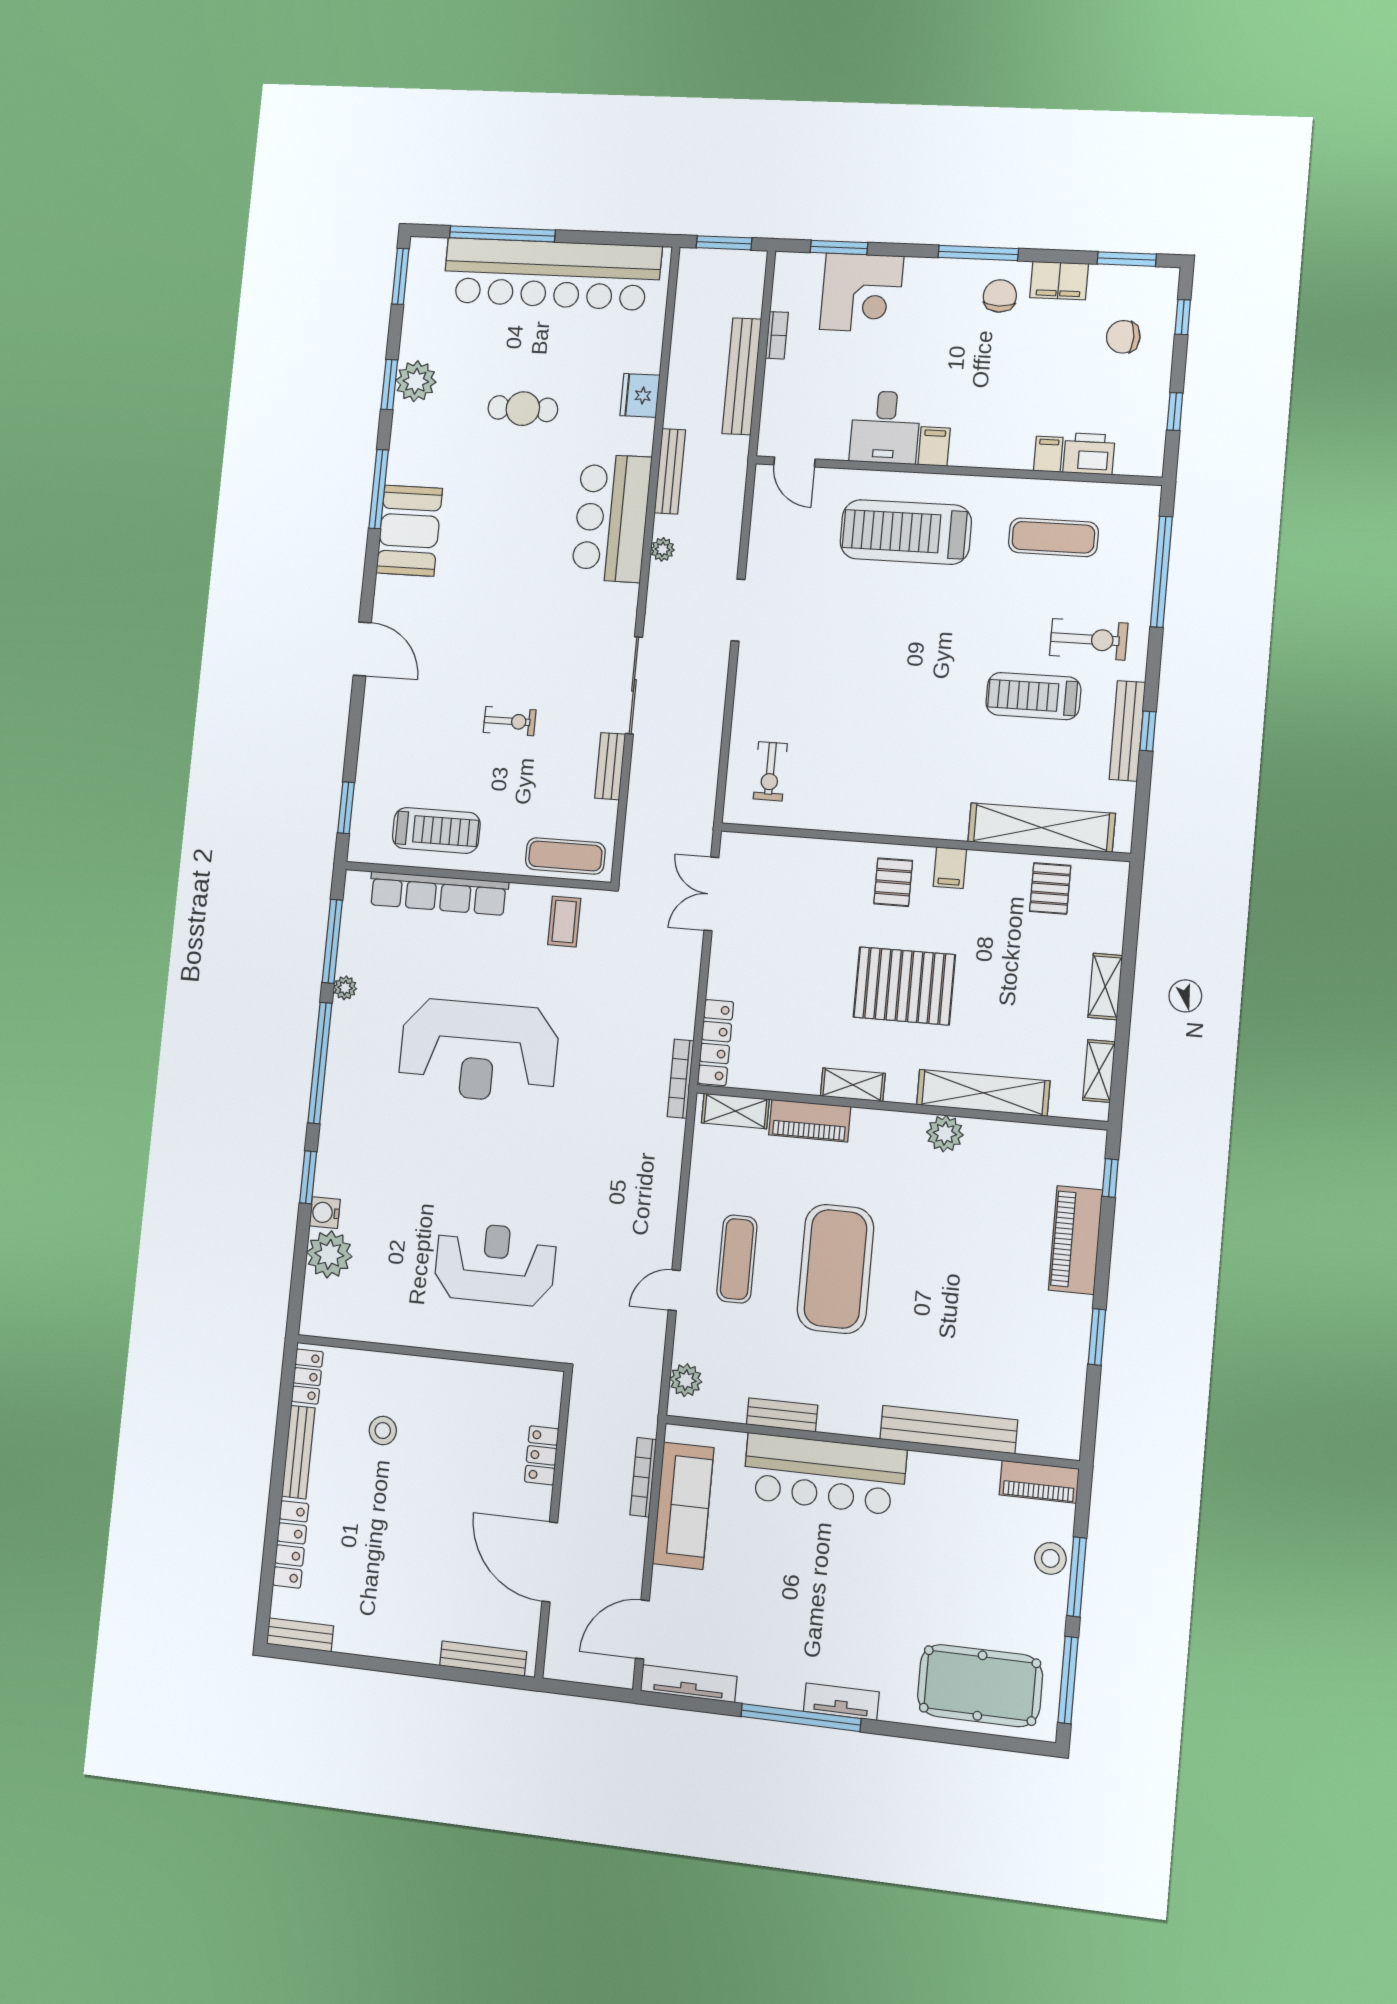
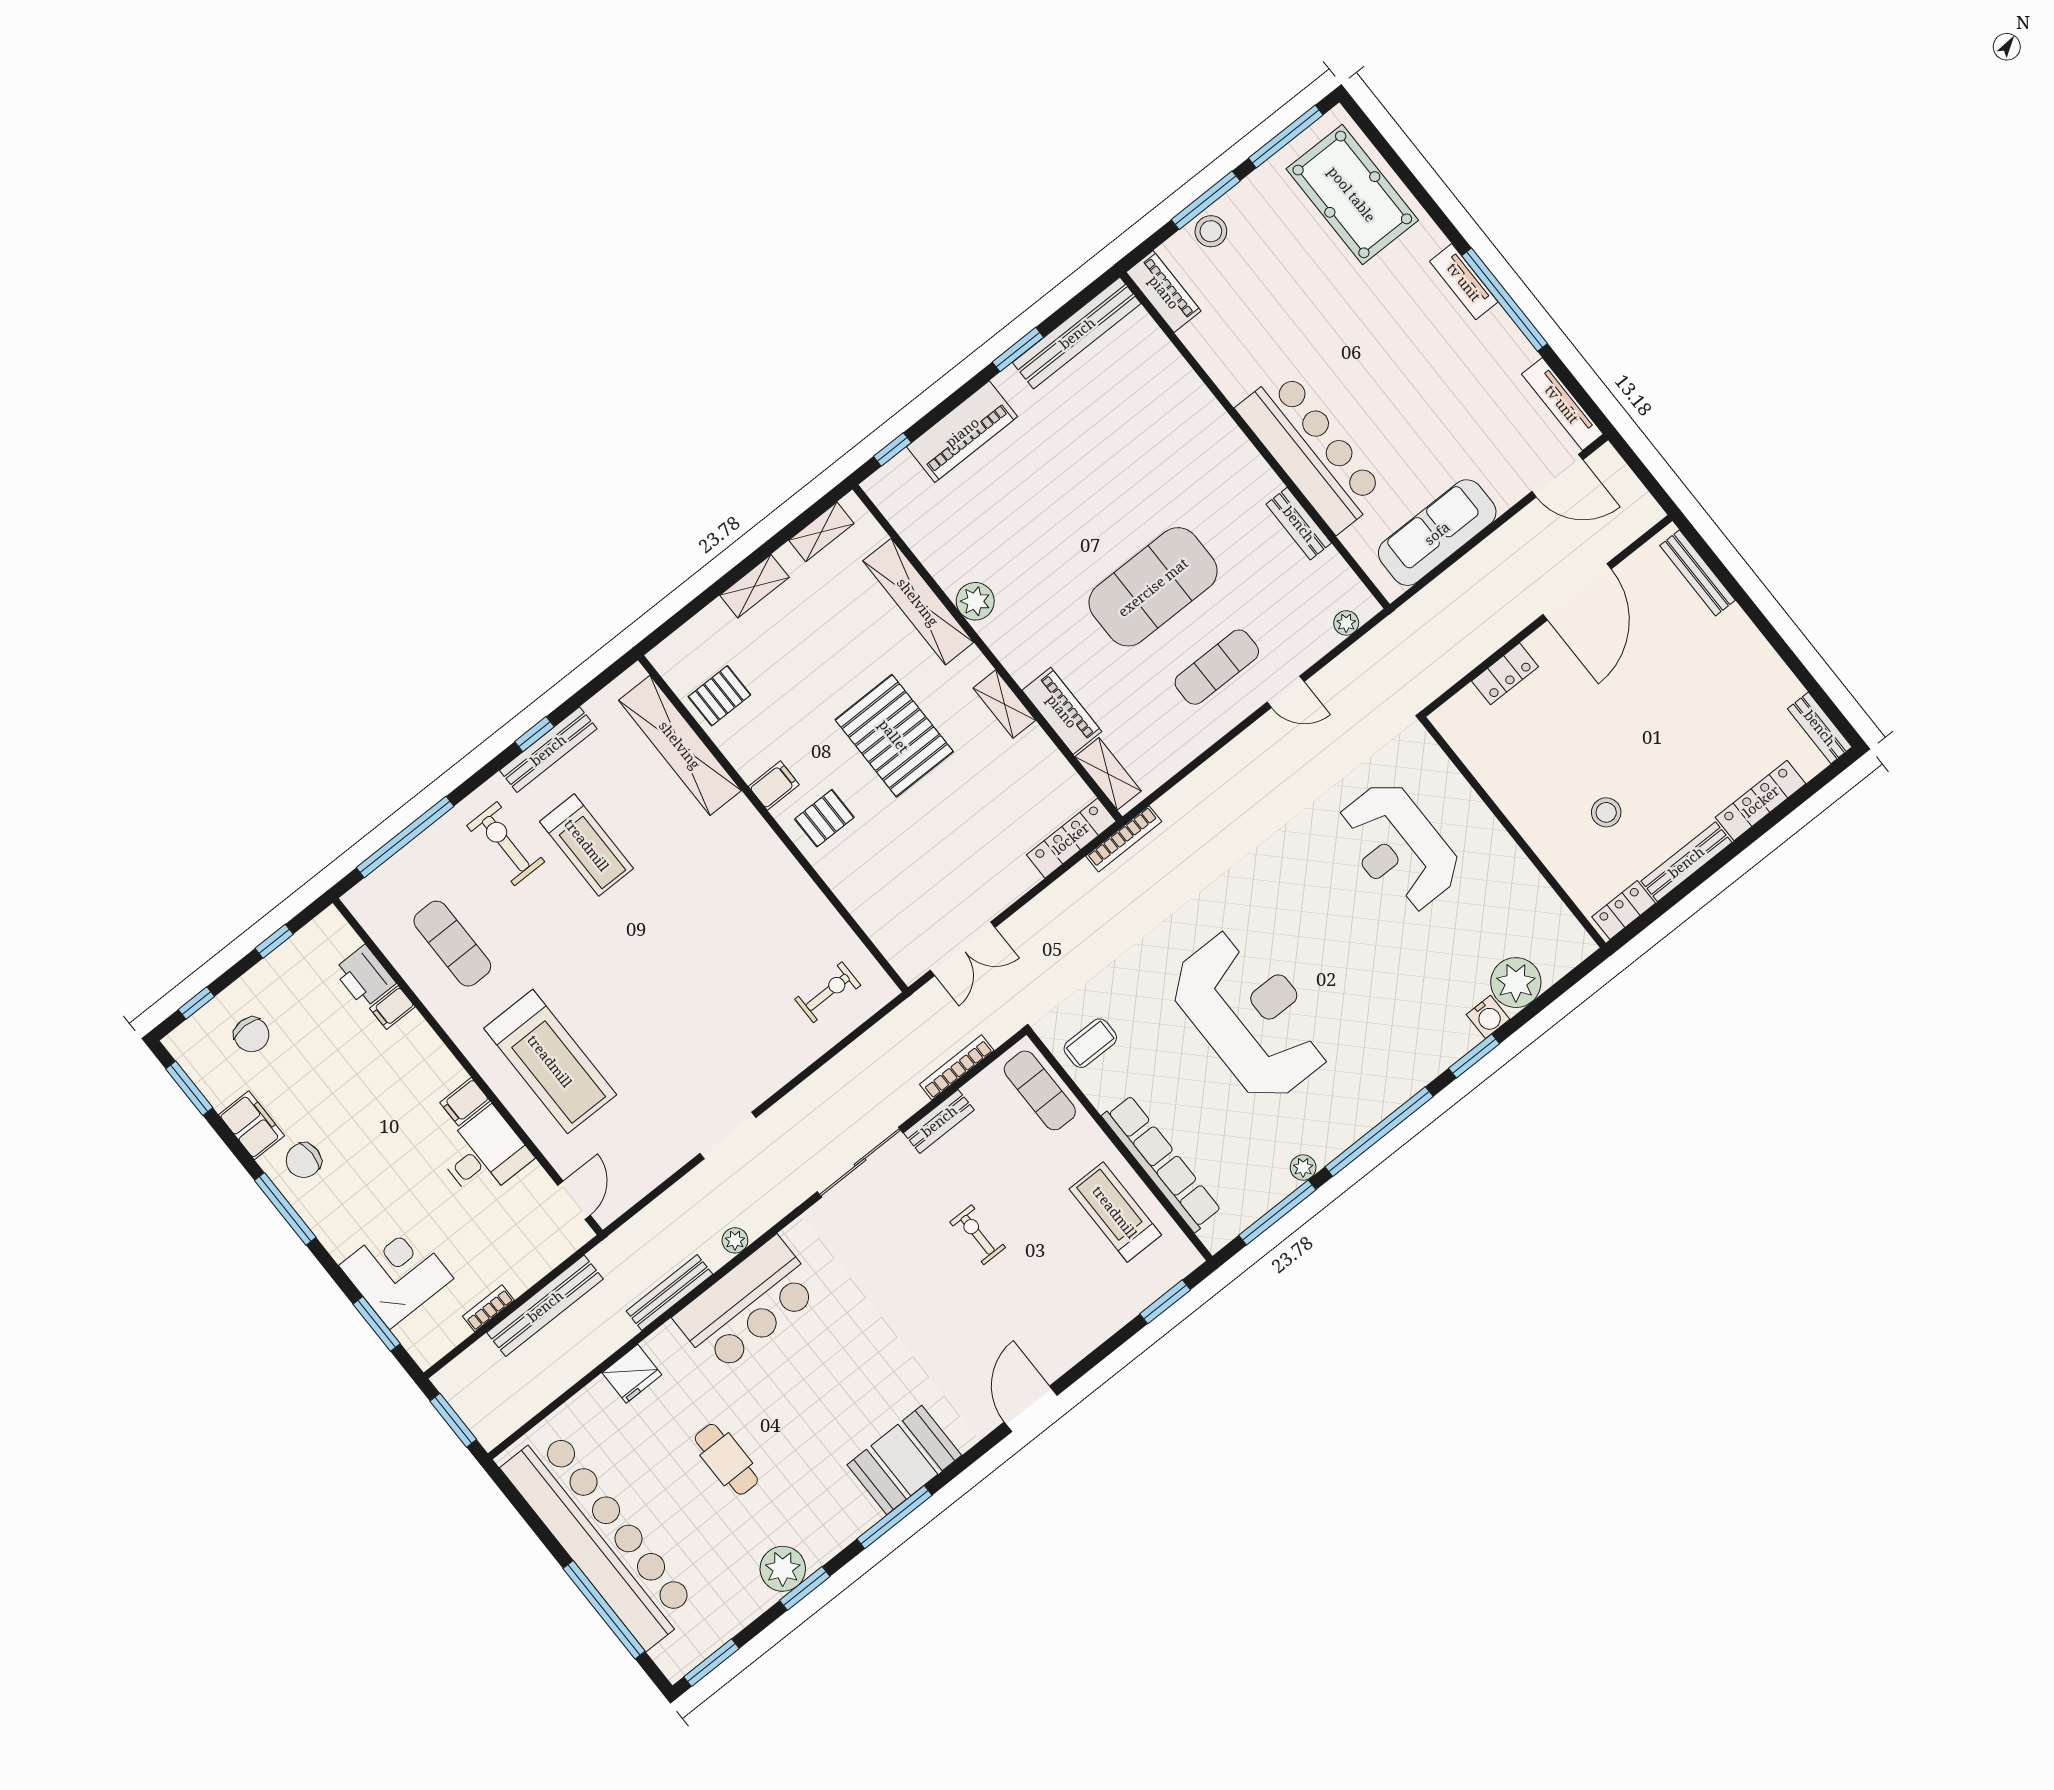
plant: (686, 1380) -> (1346, 623), width x0.73, depth x0.73
bench: (949, 1430) -> (1077, 333), moved, turned 90
bookcase: (643, 1477) -> (957, 1067), moved, turned 180

